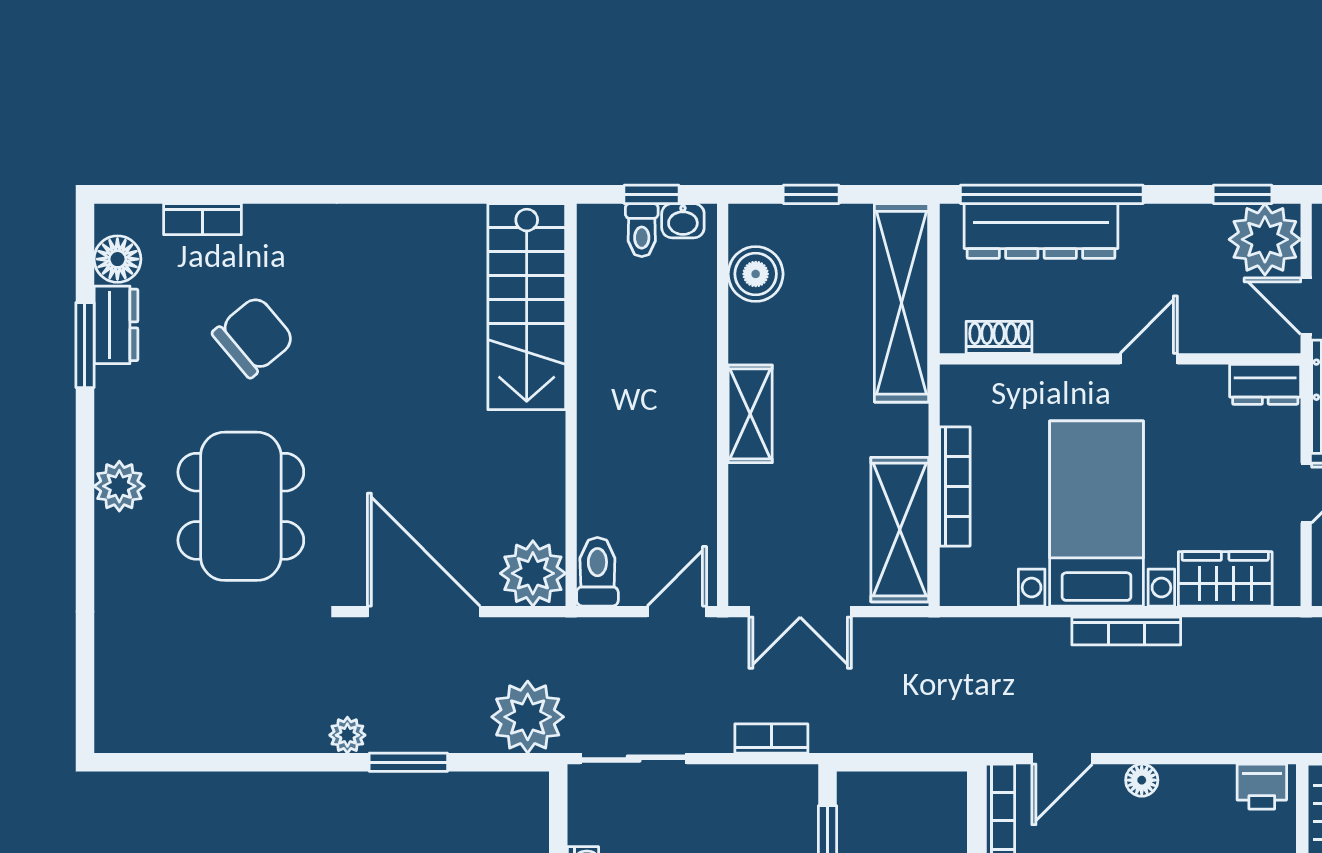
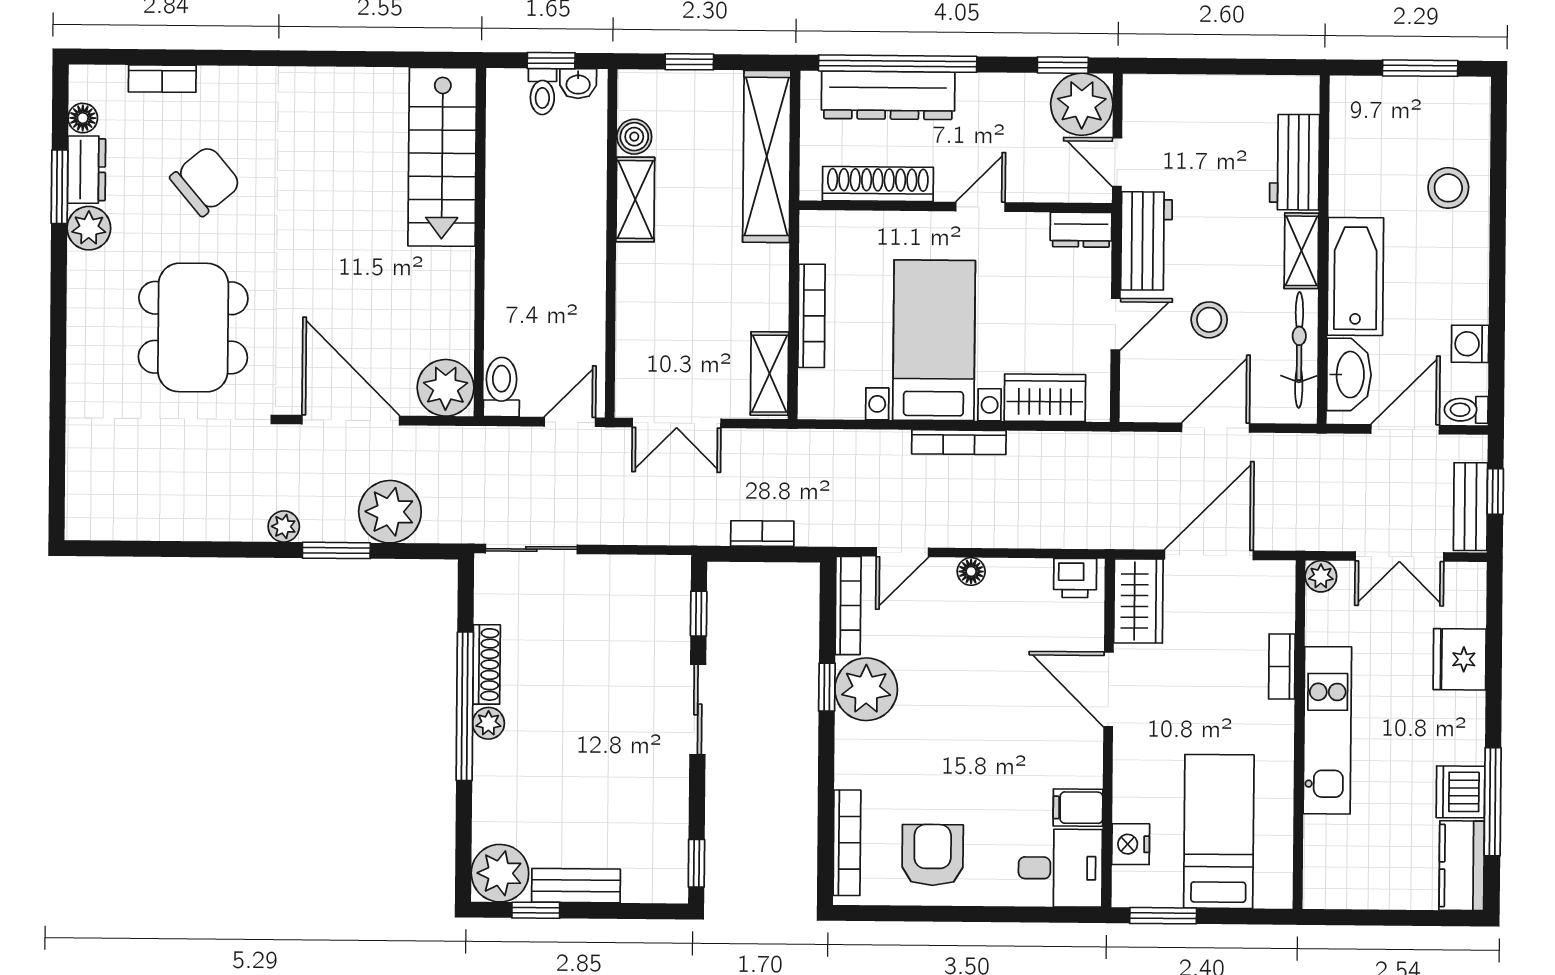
floor lamp: (117, 259) -> (83, 118), width x0.73, depth x0.73
boiler: (756, 274) -> (634, 137), width x0.73, depth x0.73
shoe rack: (999, 337) -> (878, 184), width x1.94, depth x1.24
shelving: (750, 414) -> (635, 199), moved
plant: (119, 486) -> (89, 228), moved
shelving: (900, 530) -> (769, 374), width x0.67, depth x0.75
plant: (528, 717) -> (390, 512), moved
bookcase: (771, 738) -> (762, 534), moved

